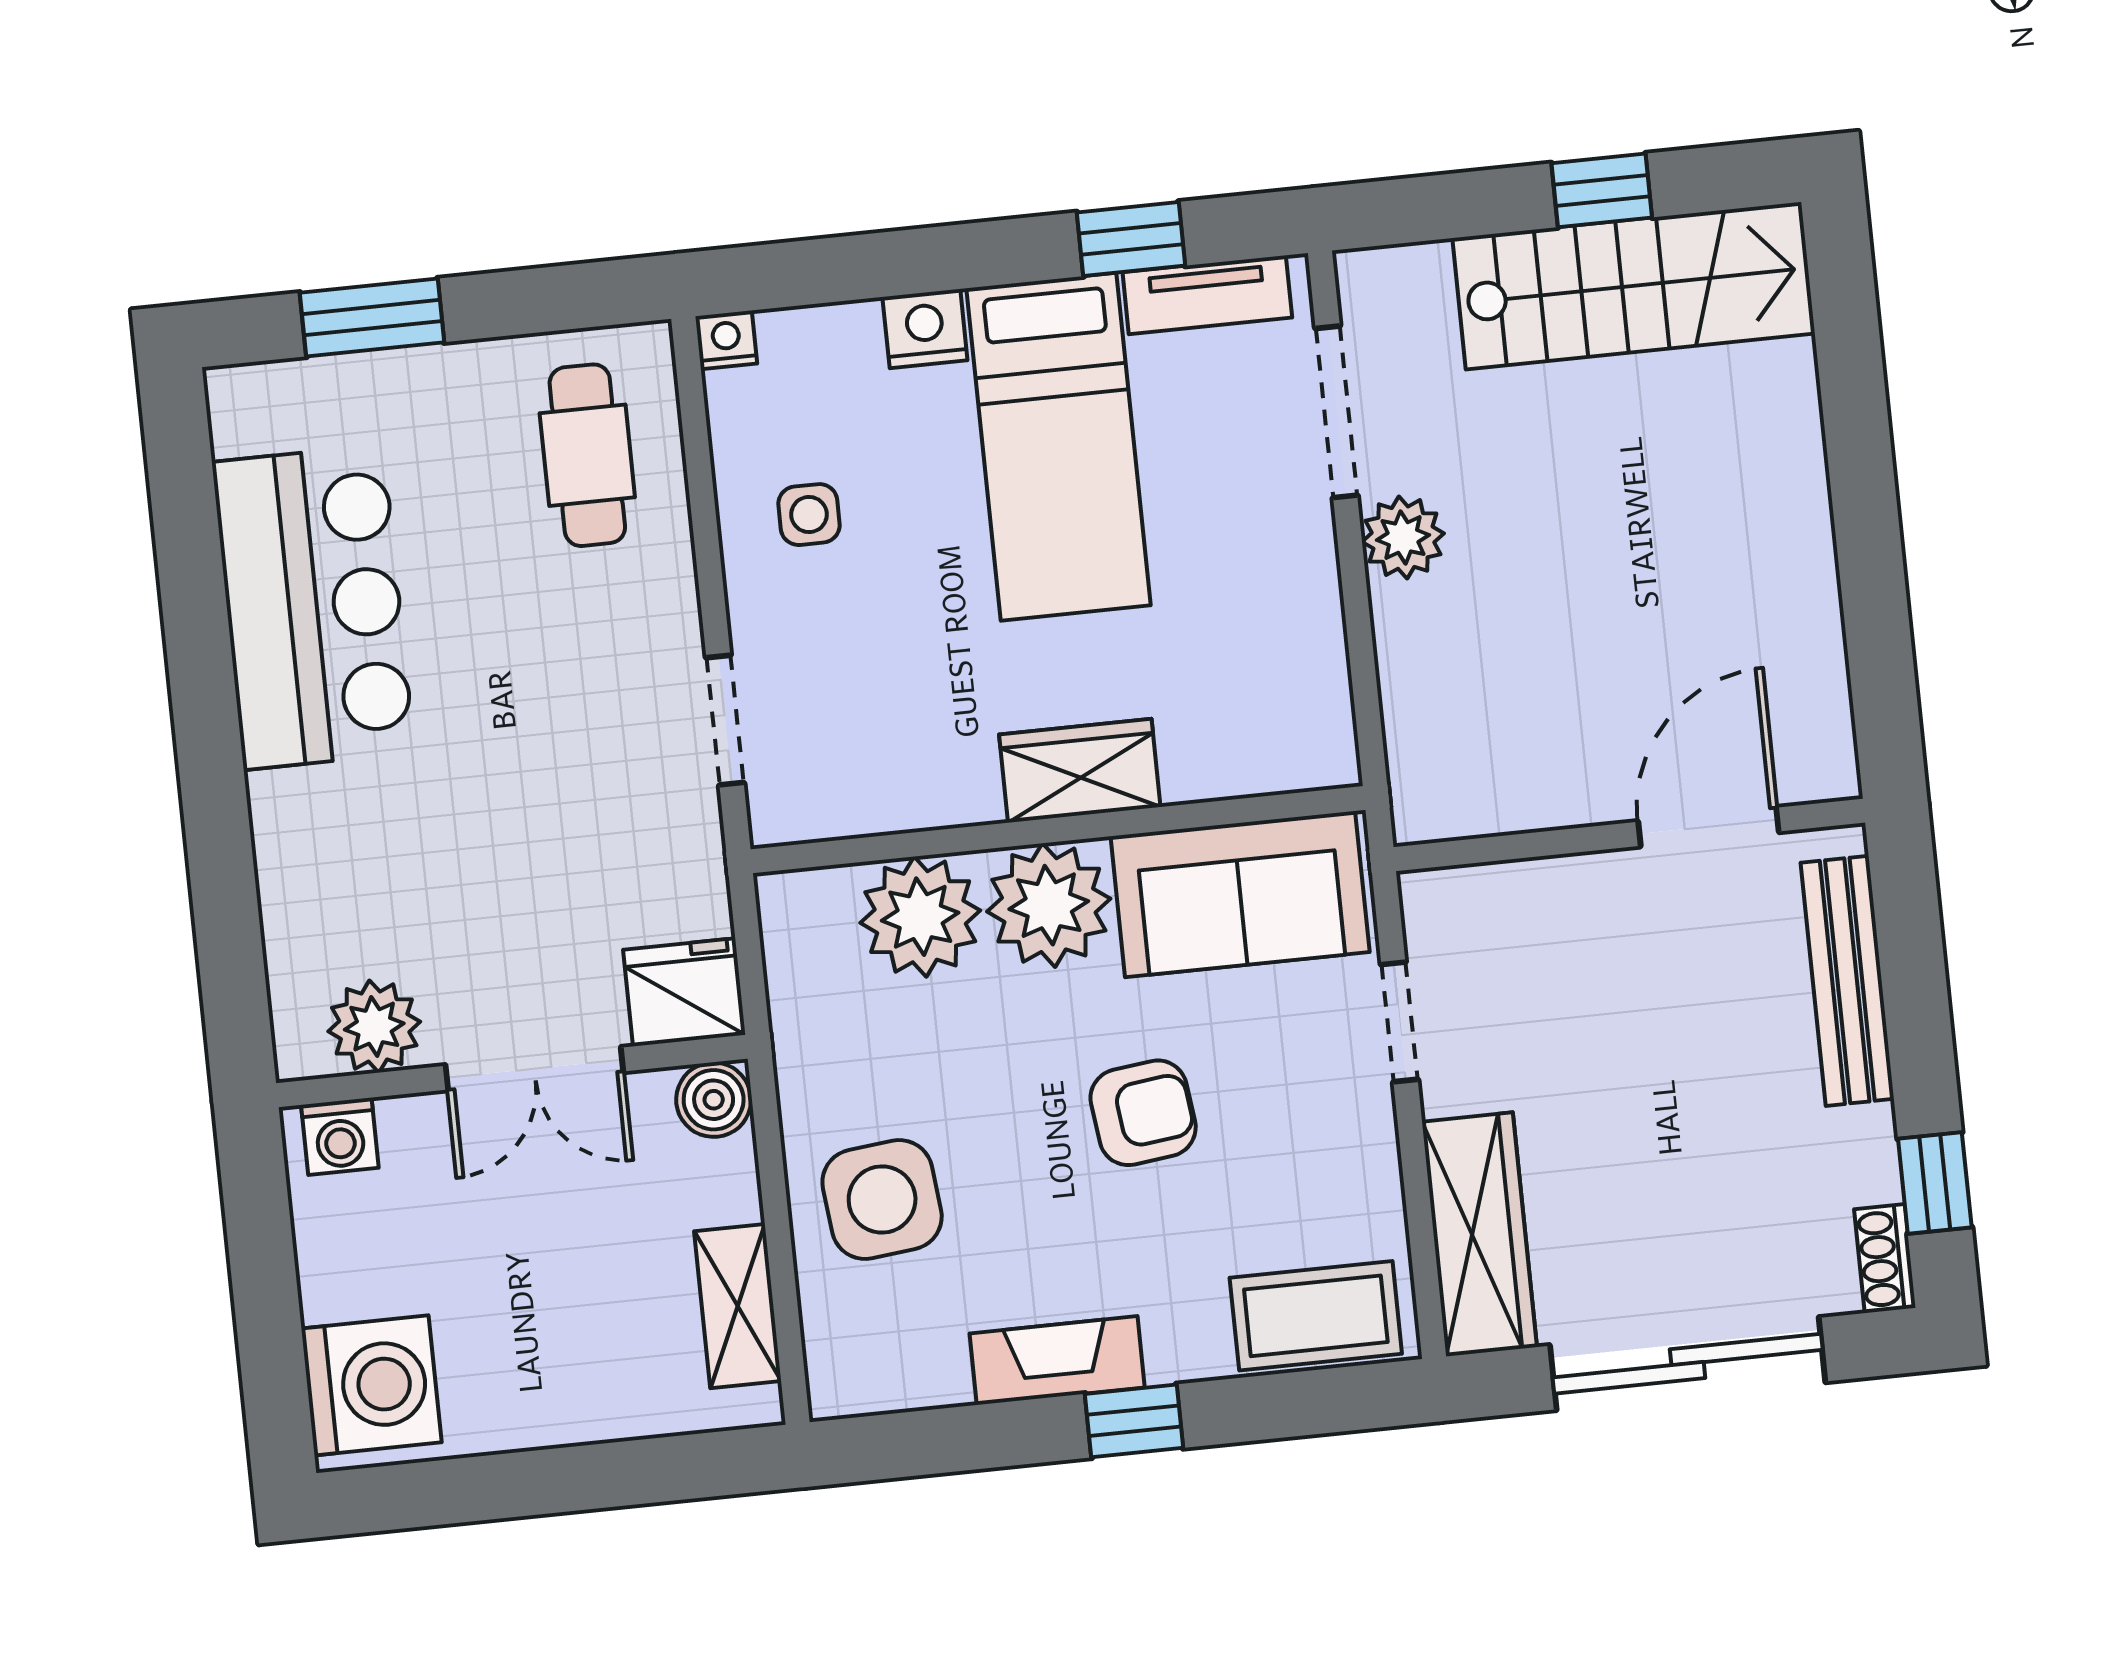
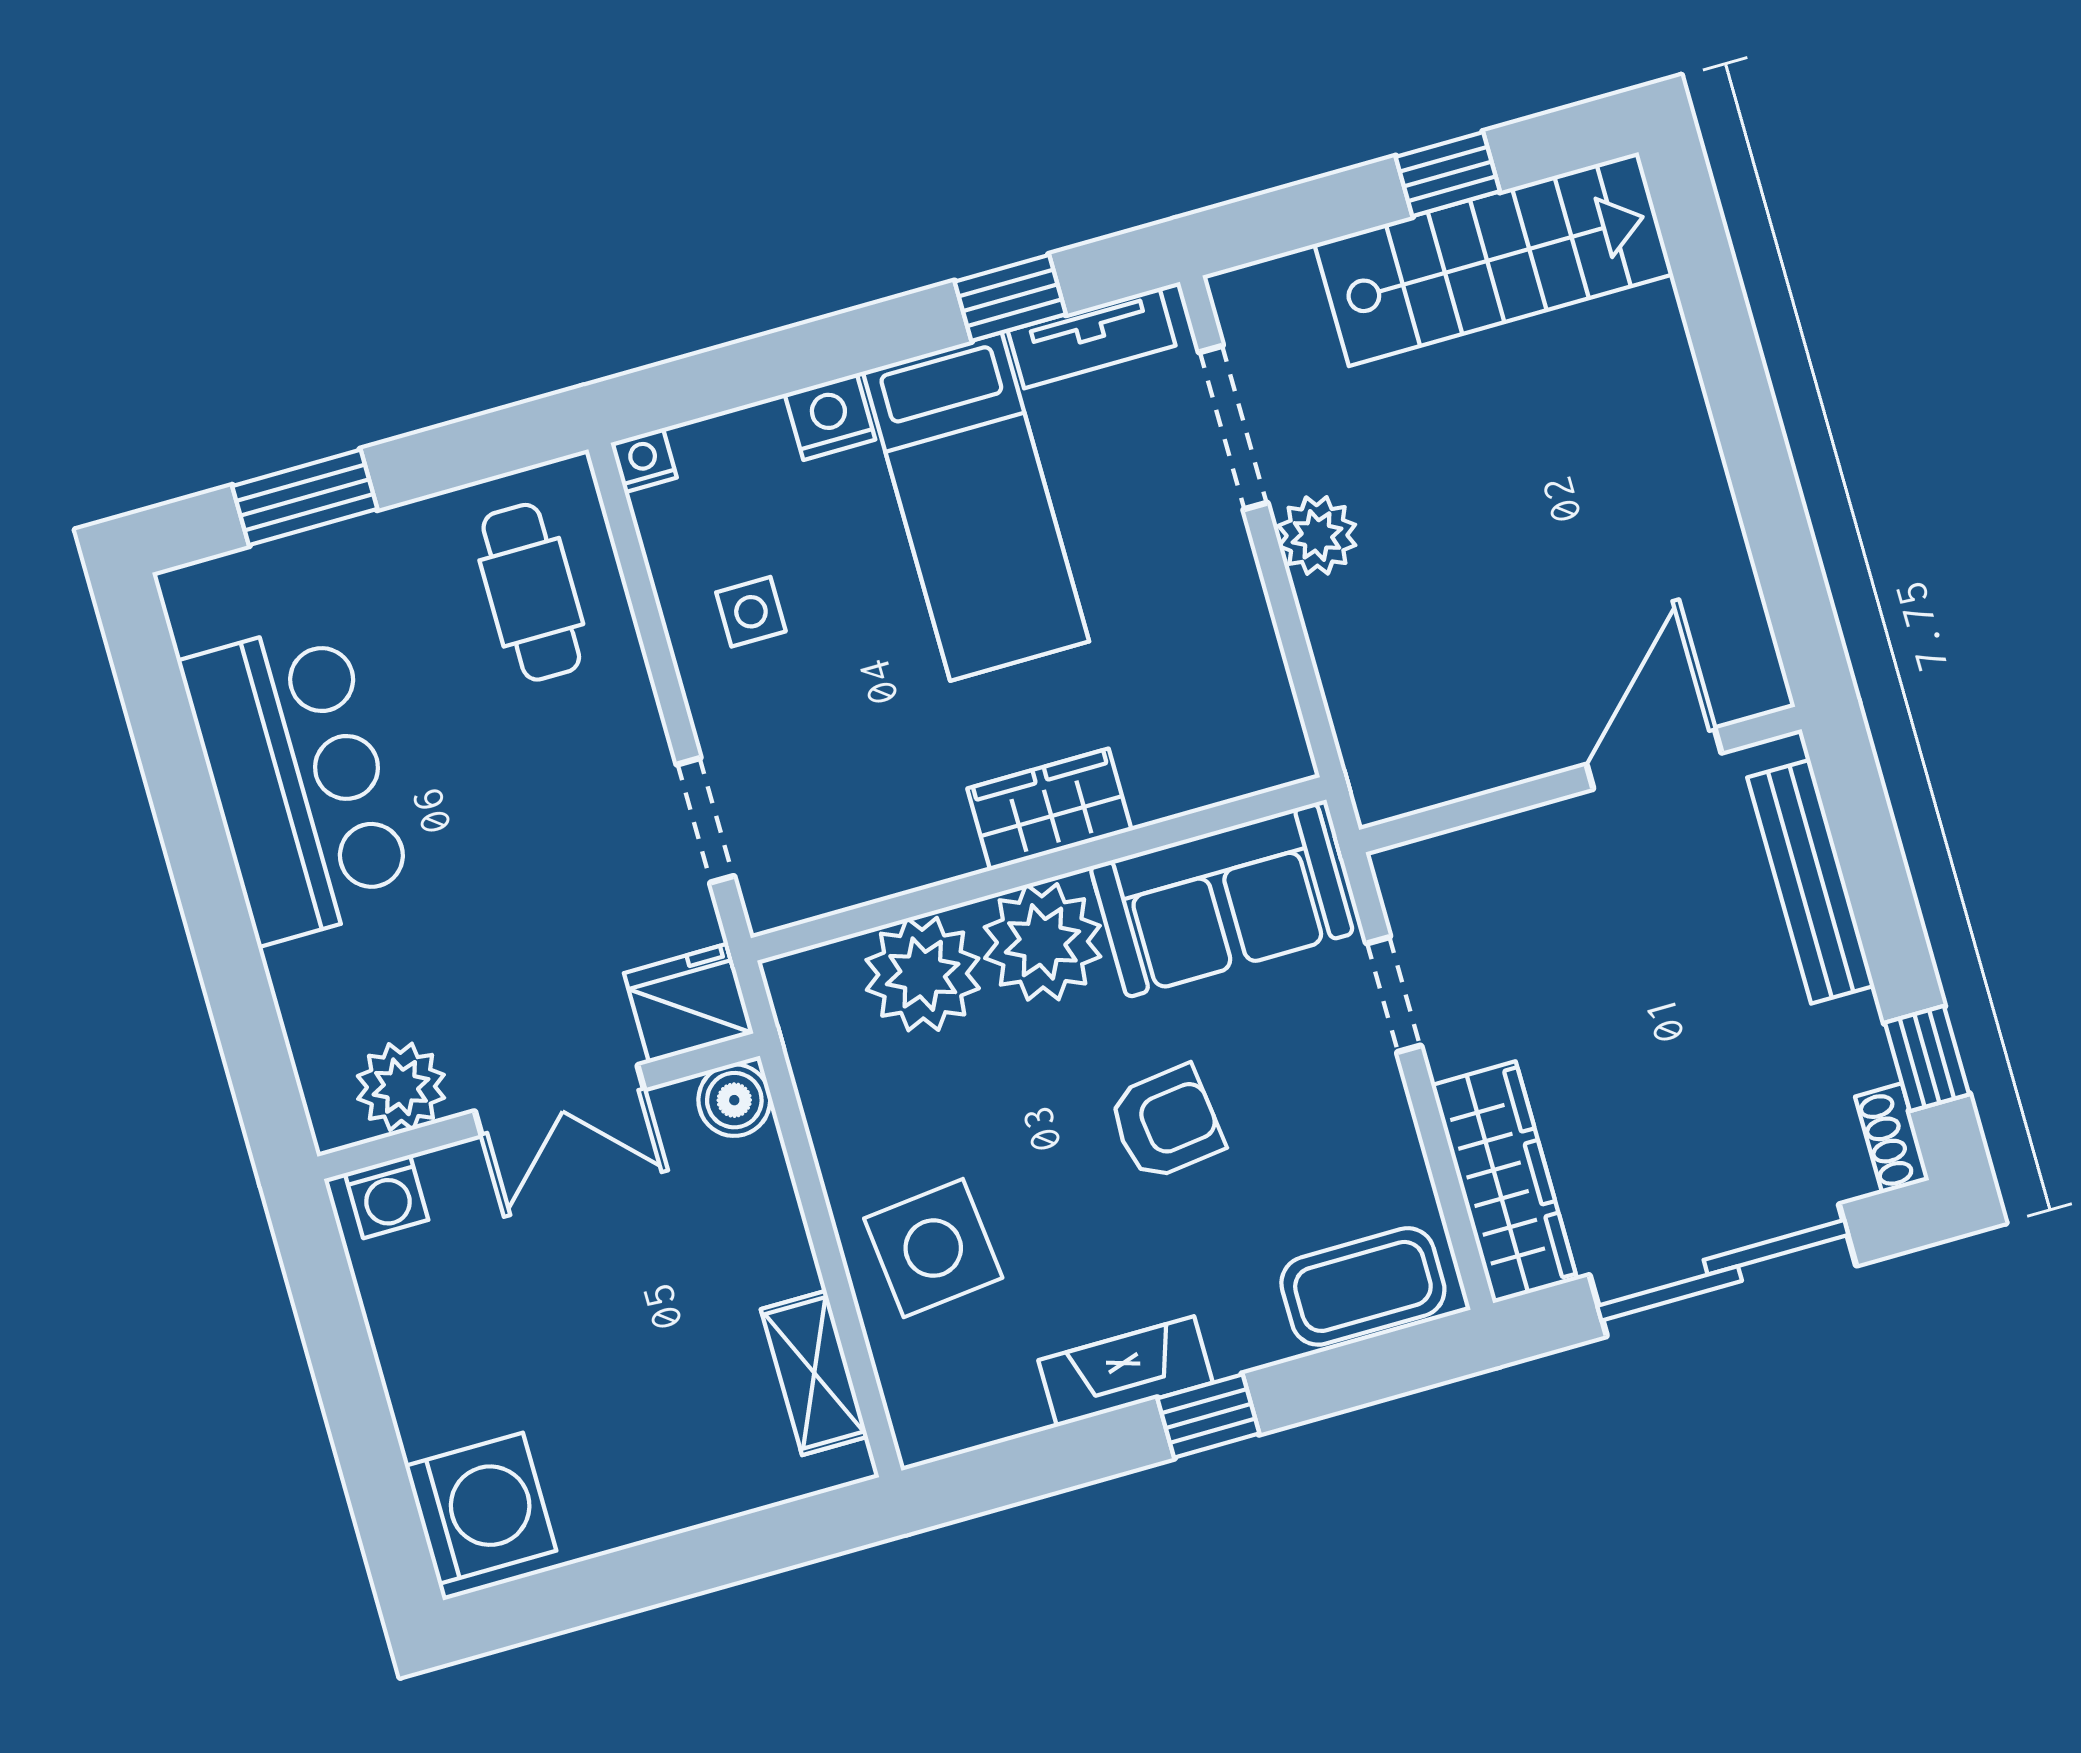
fridge: (684, 992) -> (689, 1003), moved
plant: (374, 1026) -> (401, 1087), moved
double door: (534, 1069) -> (560, 1100), moved
wall: (512, 1071) -> (539, 1106), moved
boiler: (714, 1100) -> (734, 1100), moved
washing machine: (340, 1136) -> (387, 1196), moved

